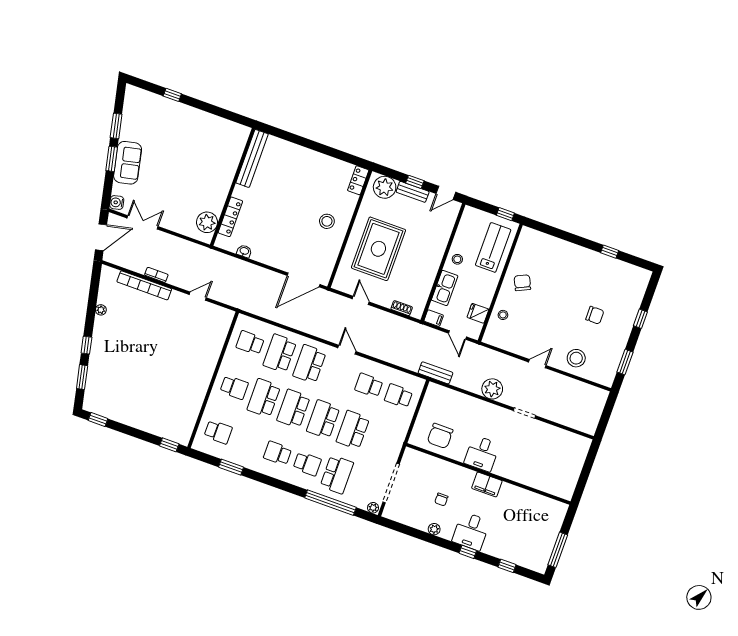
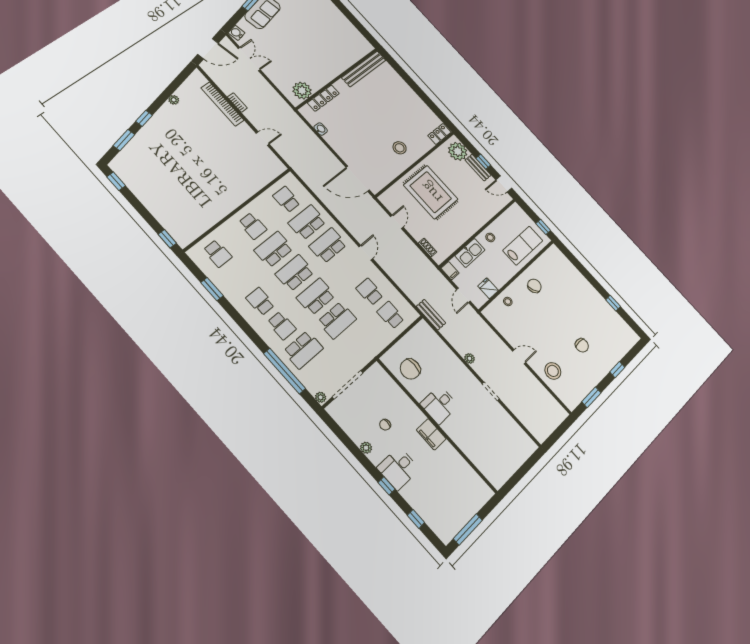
rug: (378, 249) -> (431, 192), turned 90
plant: (492, 389) -> (470, 358), width x0.53, depth x0.53
school desk: (353, 430) -> (337, 320), turned 180

